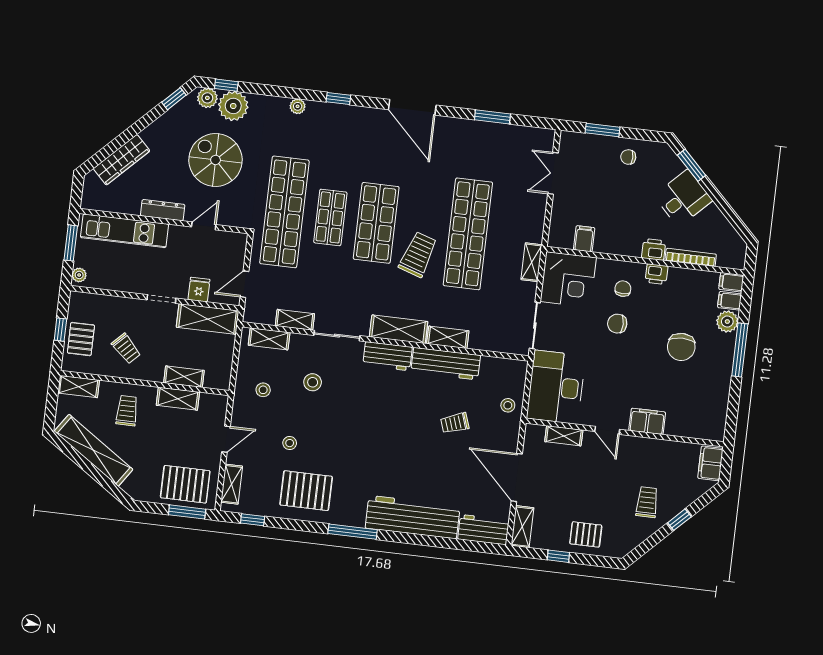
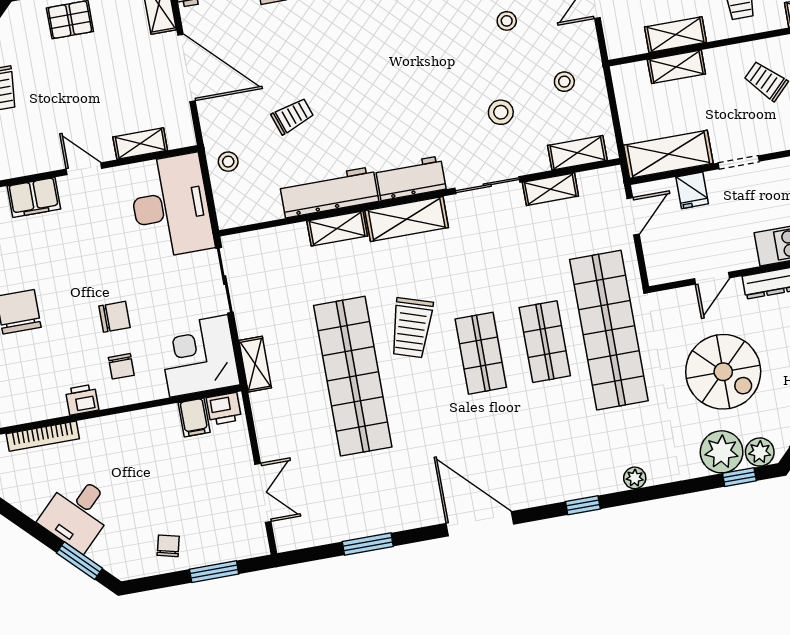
chair: (628, 157) -> (168, 546), turned -76
shop shelf: (376, 223) -> (481, 353), width x0.70, depth x0.74
printer: (654, 249) -> (224, 409), moved

